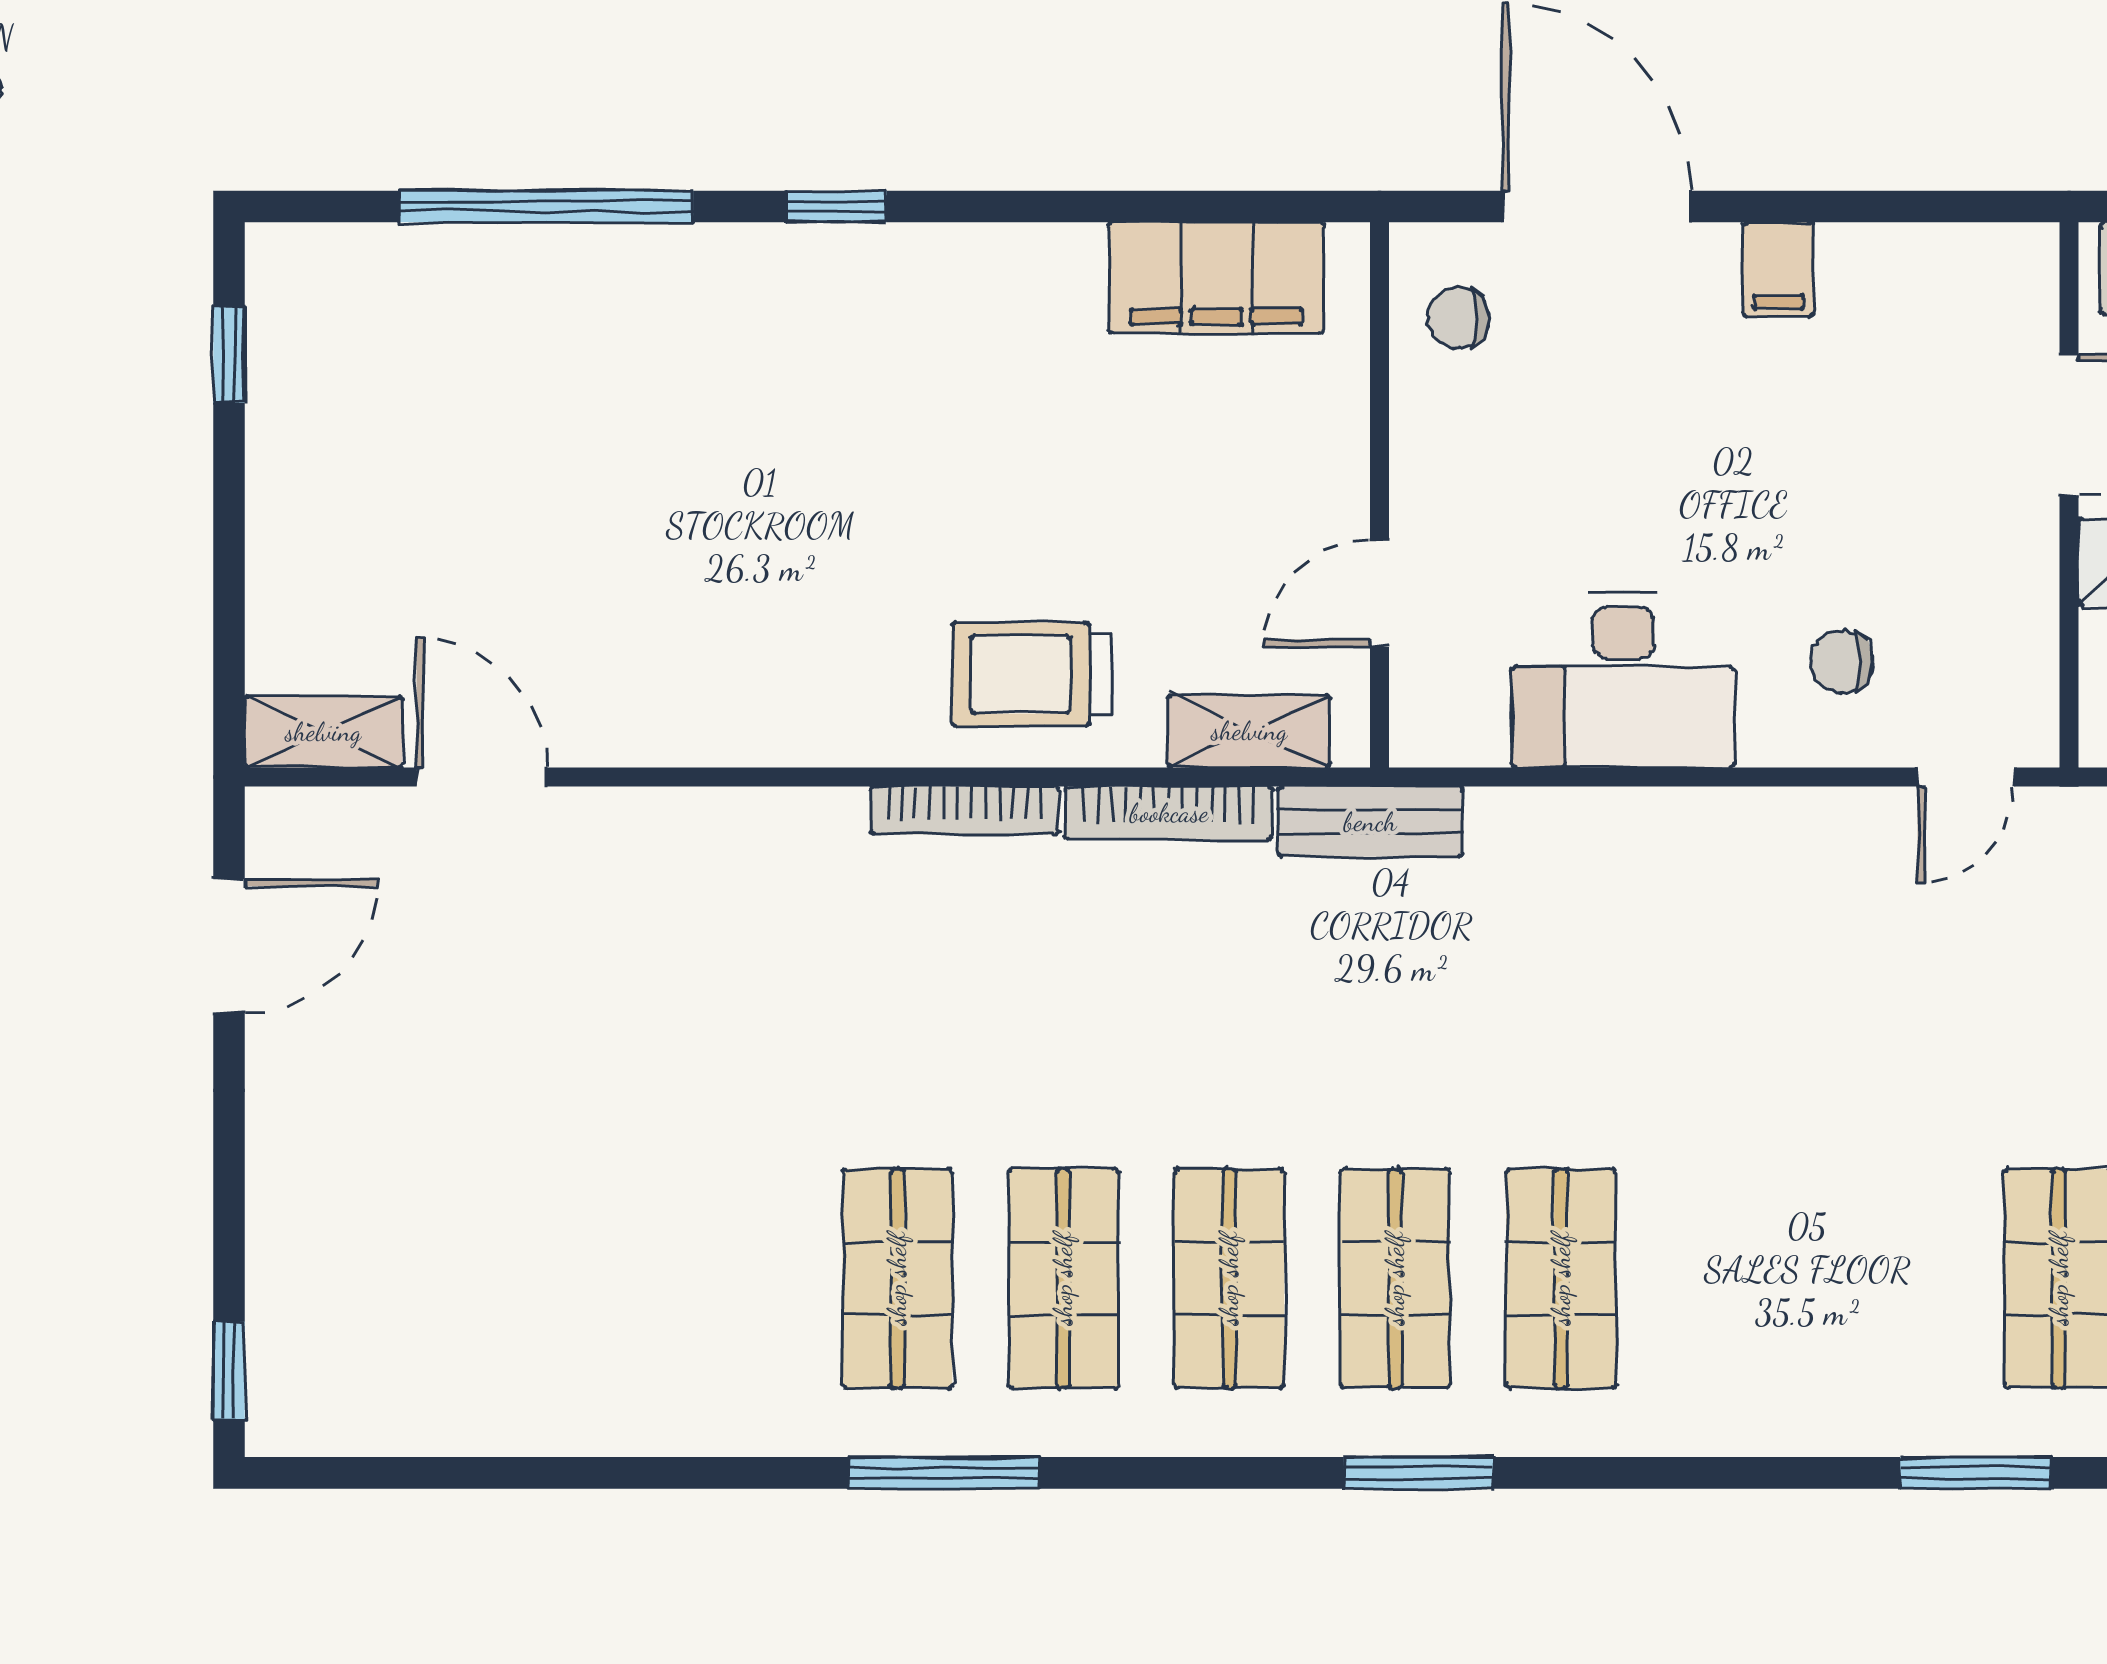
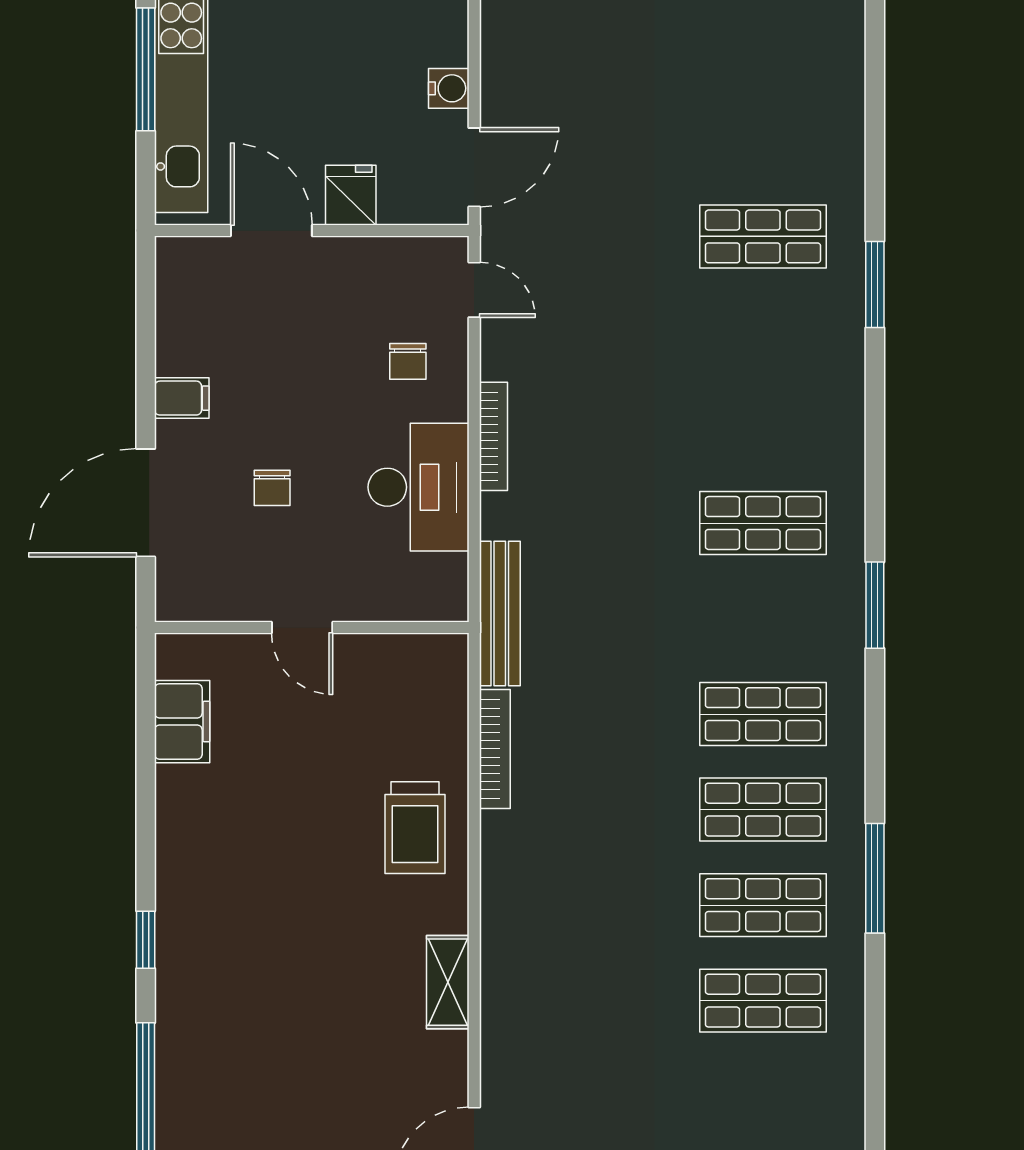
filing cabinet: (1216, 278) -> (182, 722), width x0.67, depth x0.86
chair: (1458, 318) -> (272, 488), moved
door: (1379, 593) -> (302, 628), moved
shelving: (1249, 731) -> (448, 982), moved
bookcase: (965, 810) -> (493, 436), moved
bench: (1370, 822) -> (500, 614), width x1.36
shop shelf: (1395, 1279) -> (763, 1001), moved

